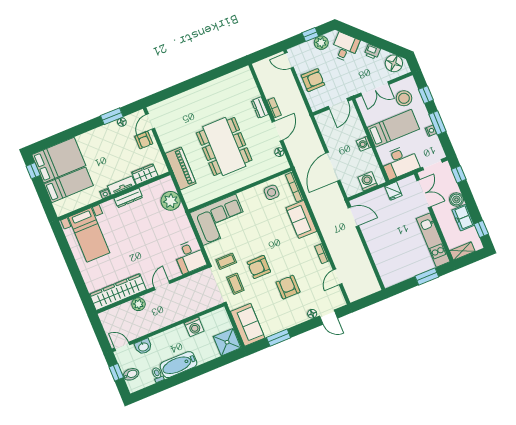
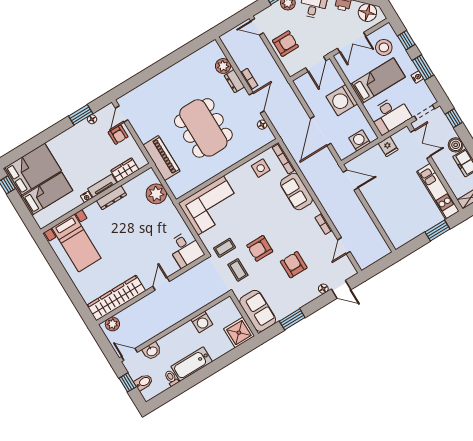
plant: (252, 92) -> (223, 66), added
washing machine: (364, 144) -> (342, 100), width x1.89, depth x1.89
plant: (138, 304) -> (112, 324), moved

